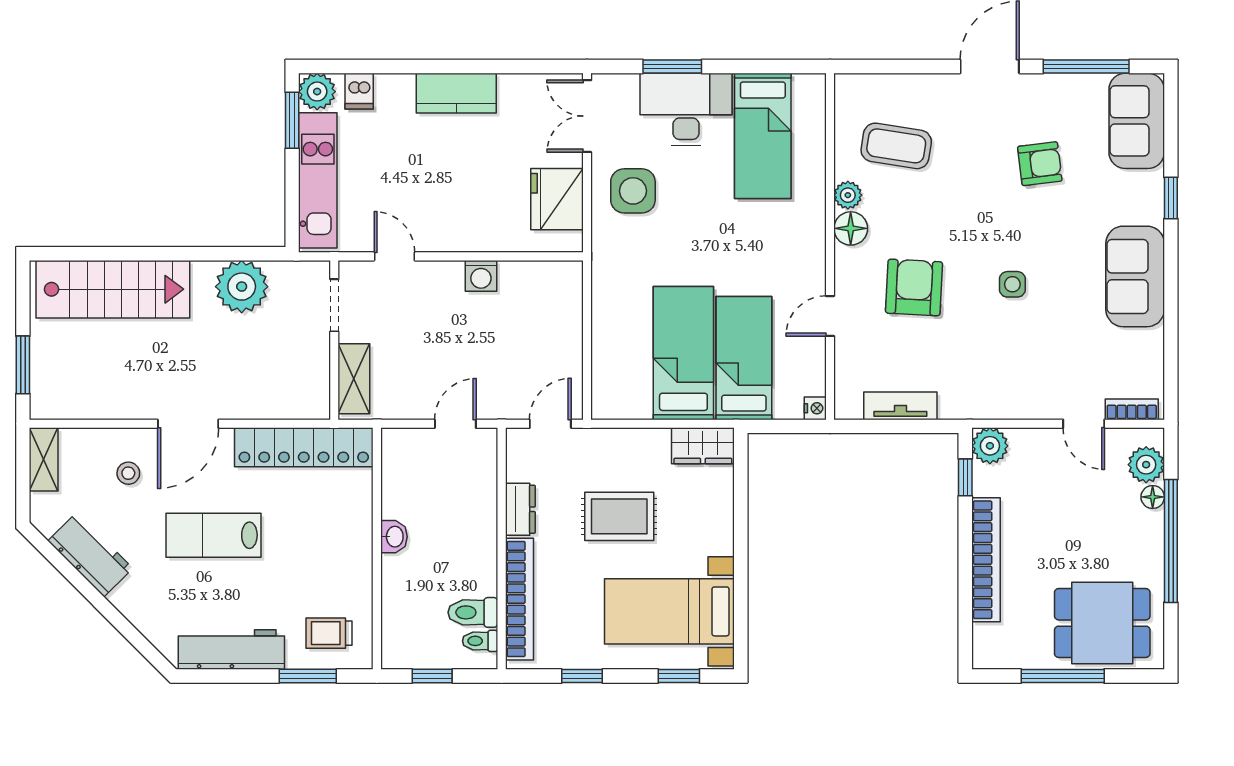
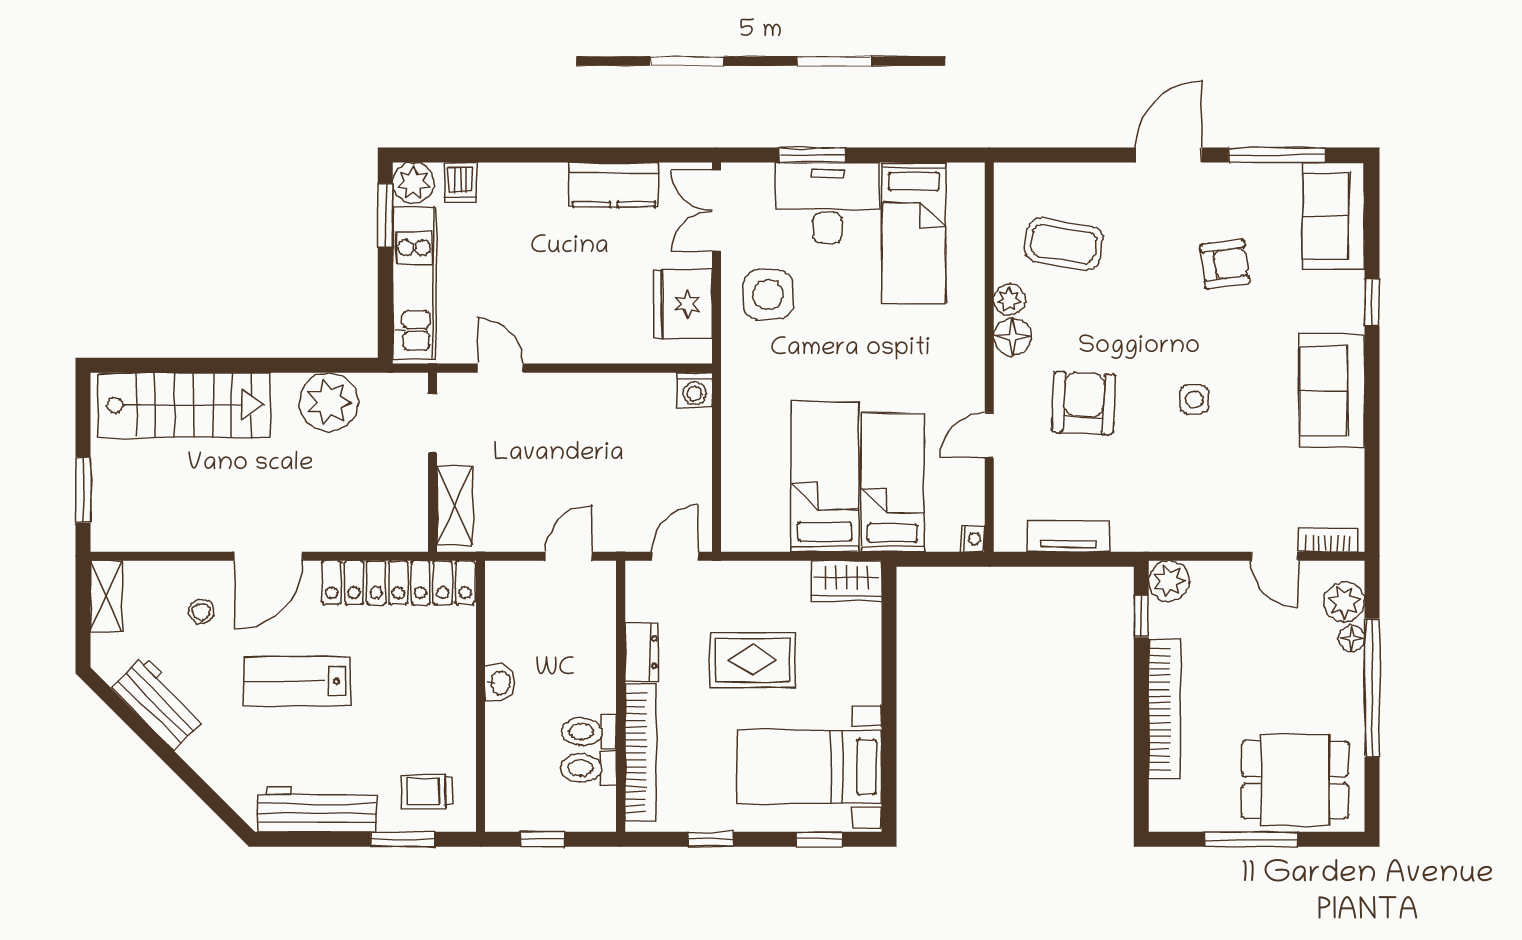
kitchen counter: (456, 93) -> (614, 185), moved
washing machine: (481, 276) -> (695, 390), moved
toilet: (480, 641) -> (589, 731), moved, width x1.37, depth x1.39

